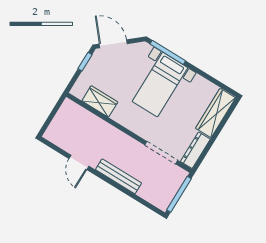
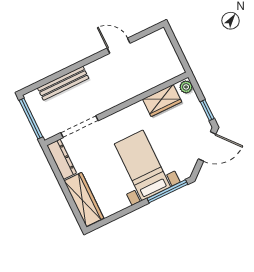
plant: (77, 90) -> (186, 87), added
bench: (119, 176) -> (63, 83), moved

